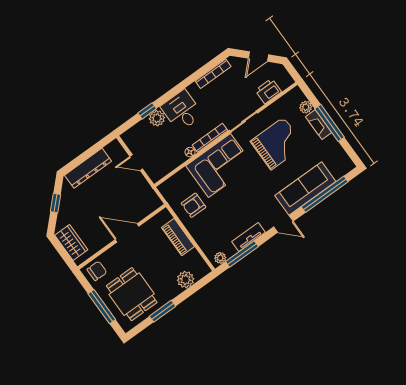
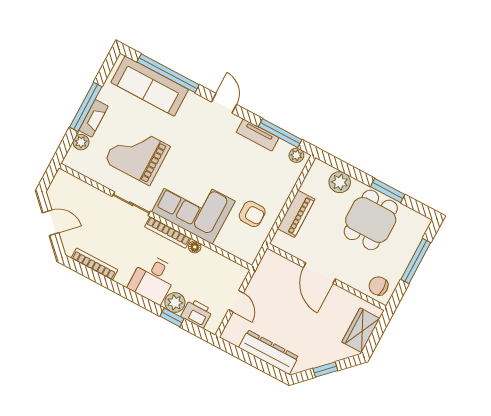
printer: (268, 91) -> (197, 313), moved, turned 180
sofa: (305, 189) -> (150, 86), moved
dining table: (132, 294) -> (371, 220), moved

